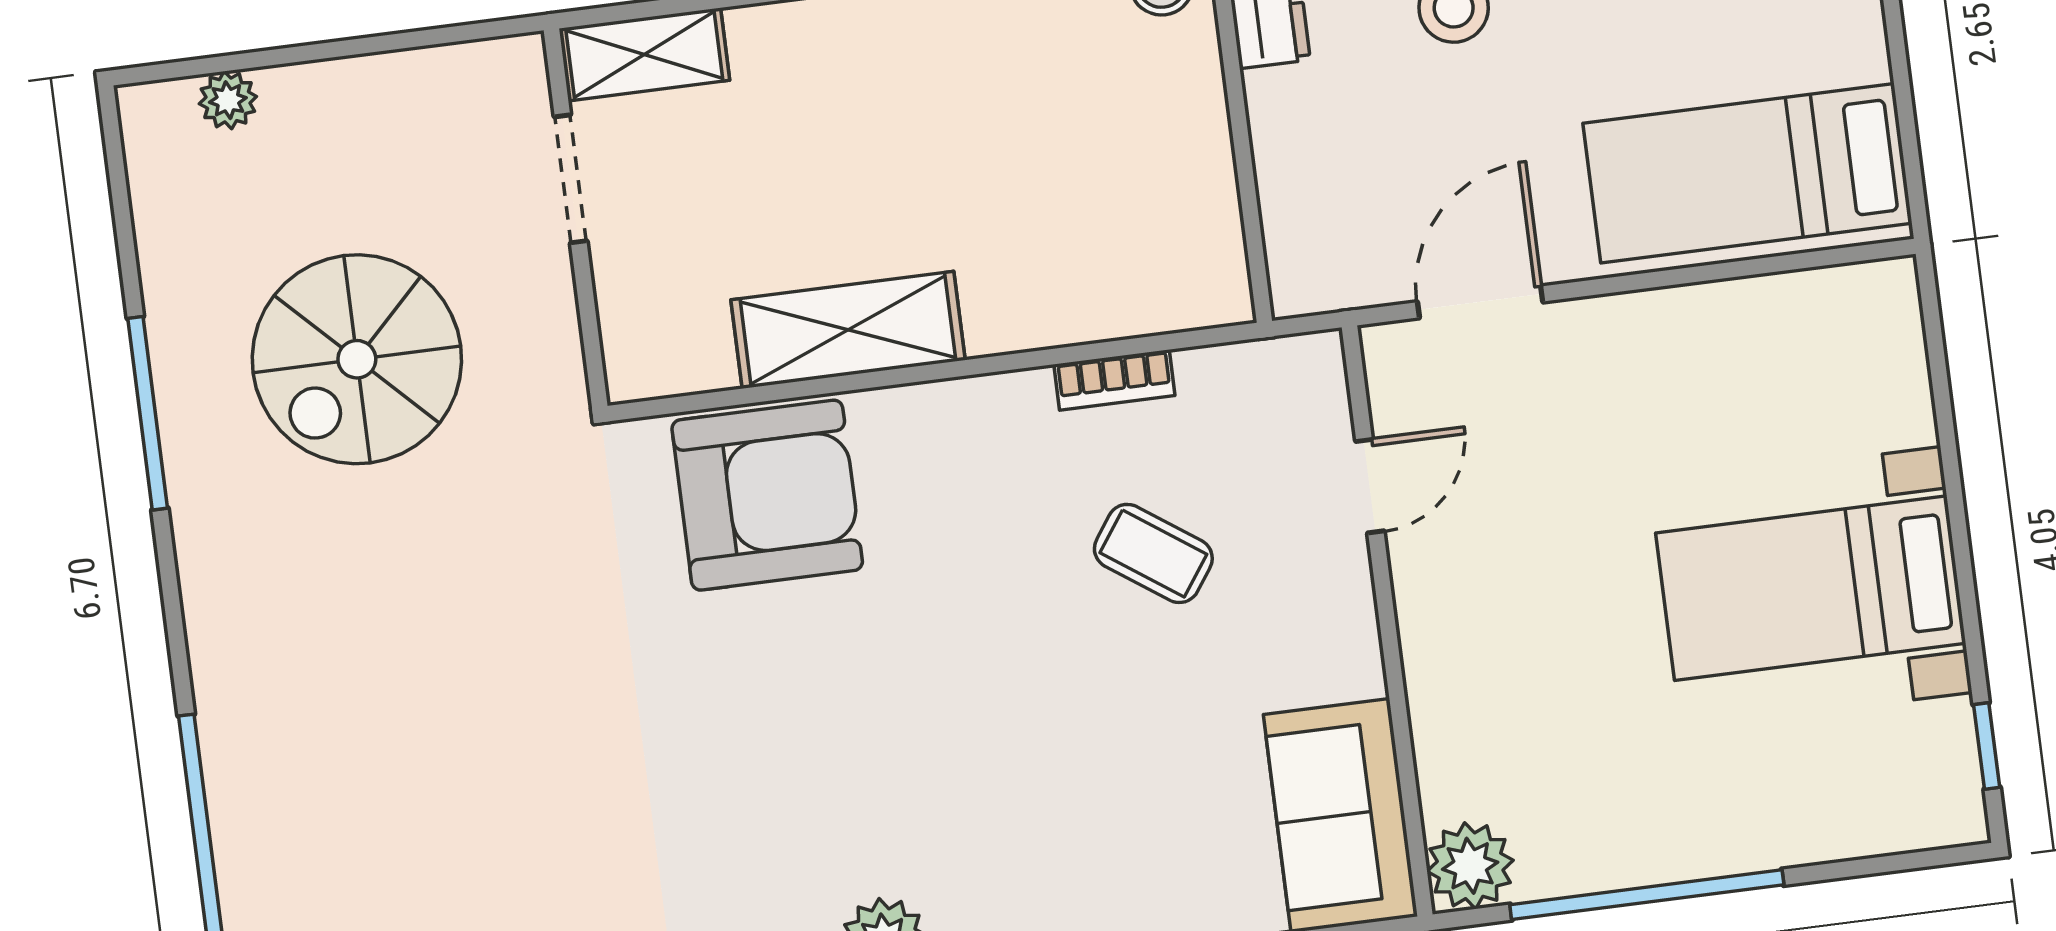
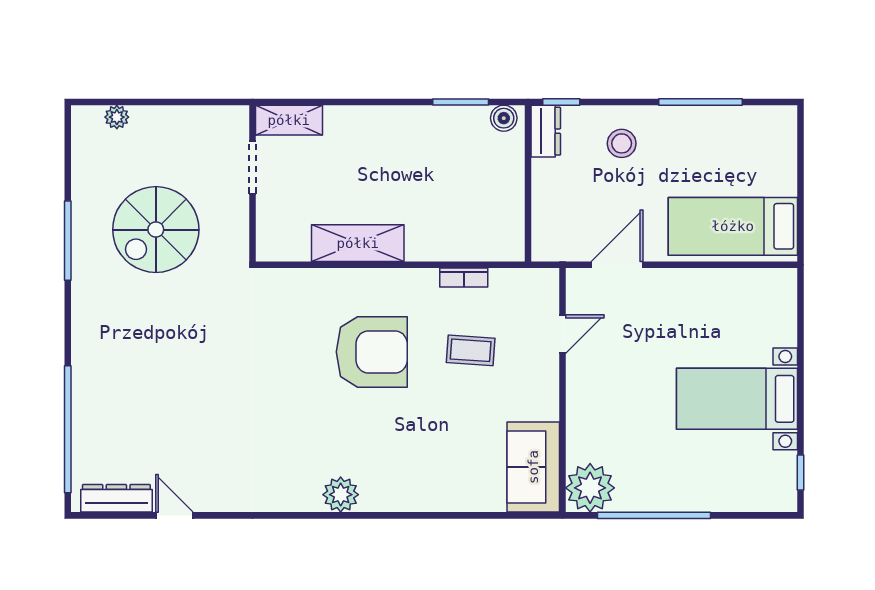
armchair: (767, 495) -> (372, 352), moved
coffee table: (1153, 553) -> (471, 350), turned -31
plant: (1470, 866) -> (590, 488), width x1.36, depth x1.36

